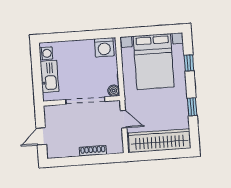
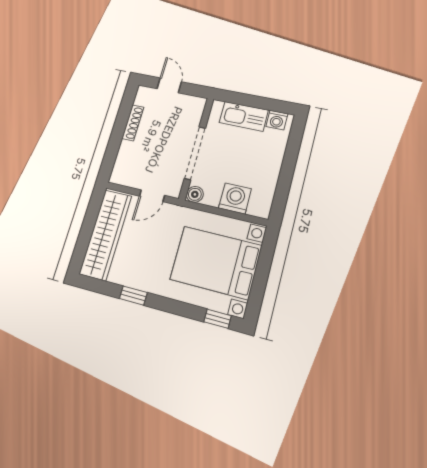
washing machine: (104, 47) -> (235, 199), moved, turned 90
window: (189, 63) -> (217, 319), moved
shoe rack: (93, 151) -> (133, 123), moved

